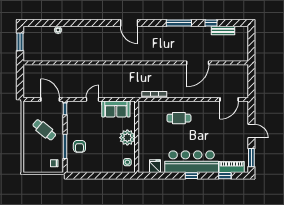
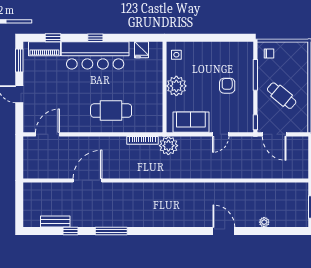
door: (129, 23) -> (224, 231), moved
plant: (134, 90) -> (168, 146), added
cafe table: (179, 118) -> (111, 111), width x1.37, depth x1.35
armchair: (79, 146) -> (227, 86), moved

